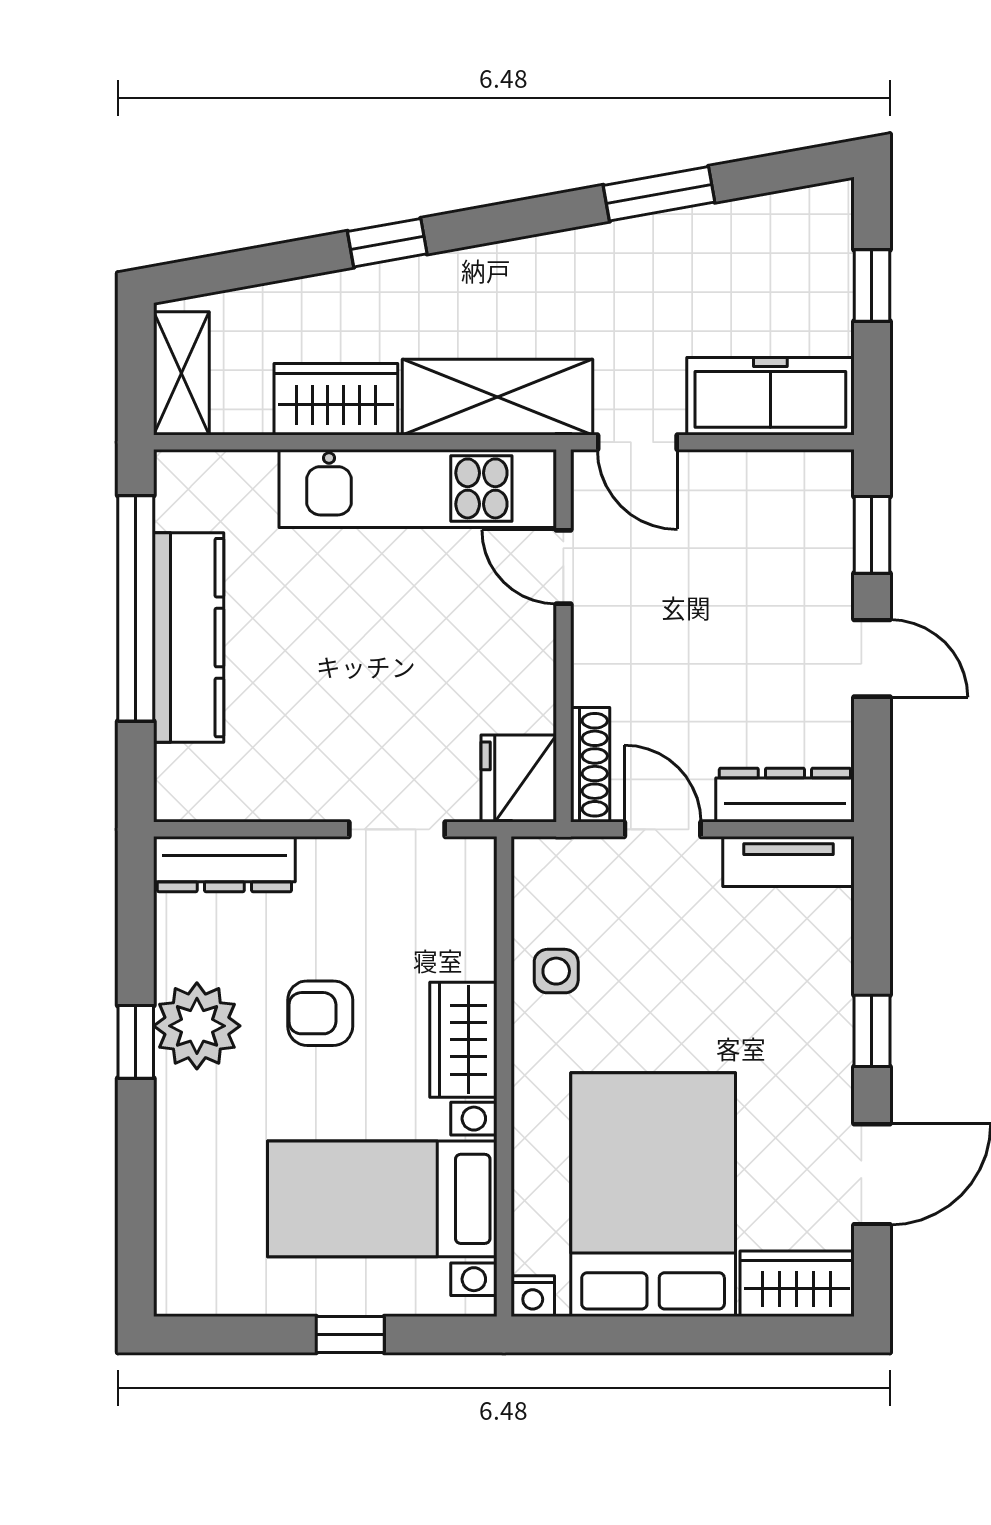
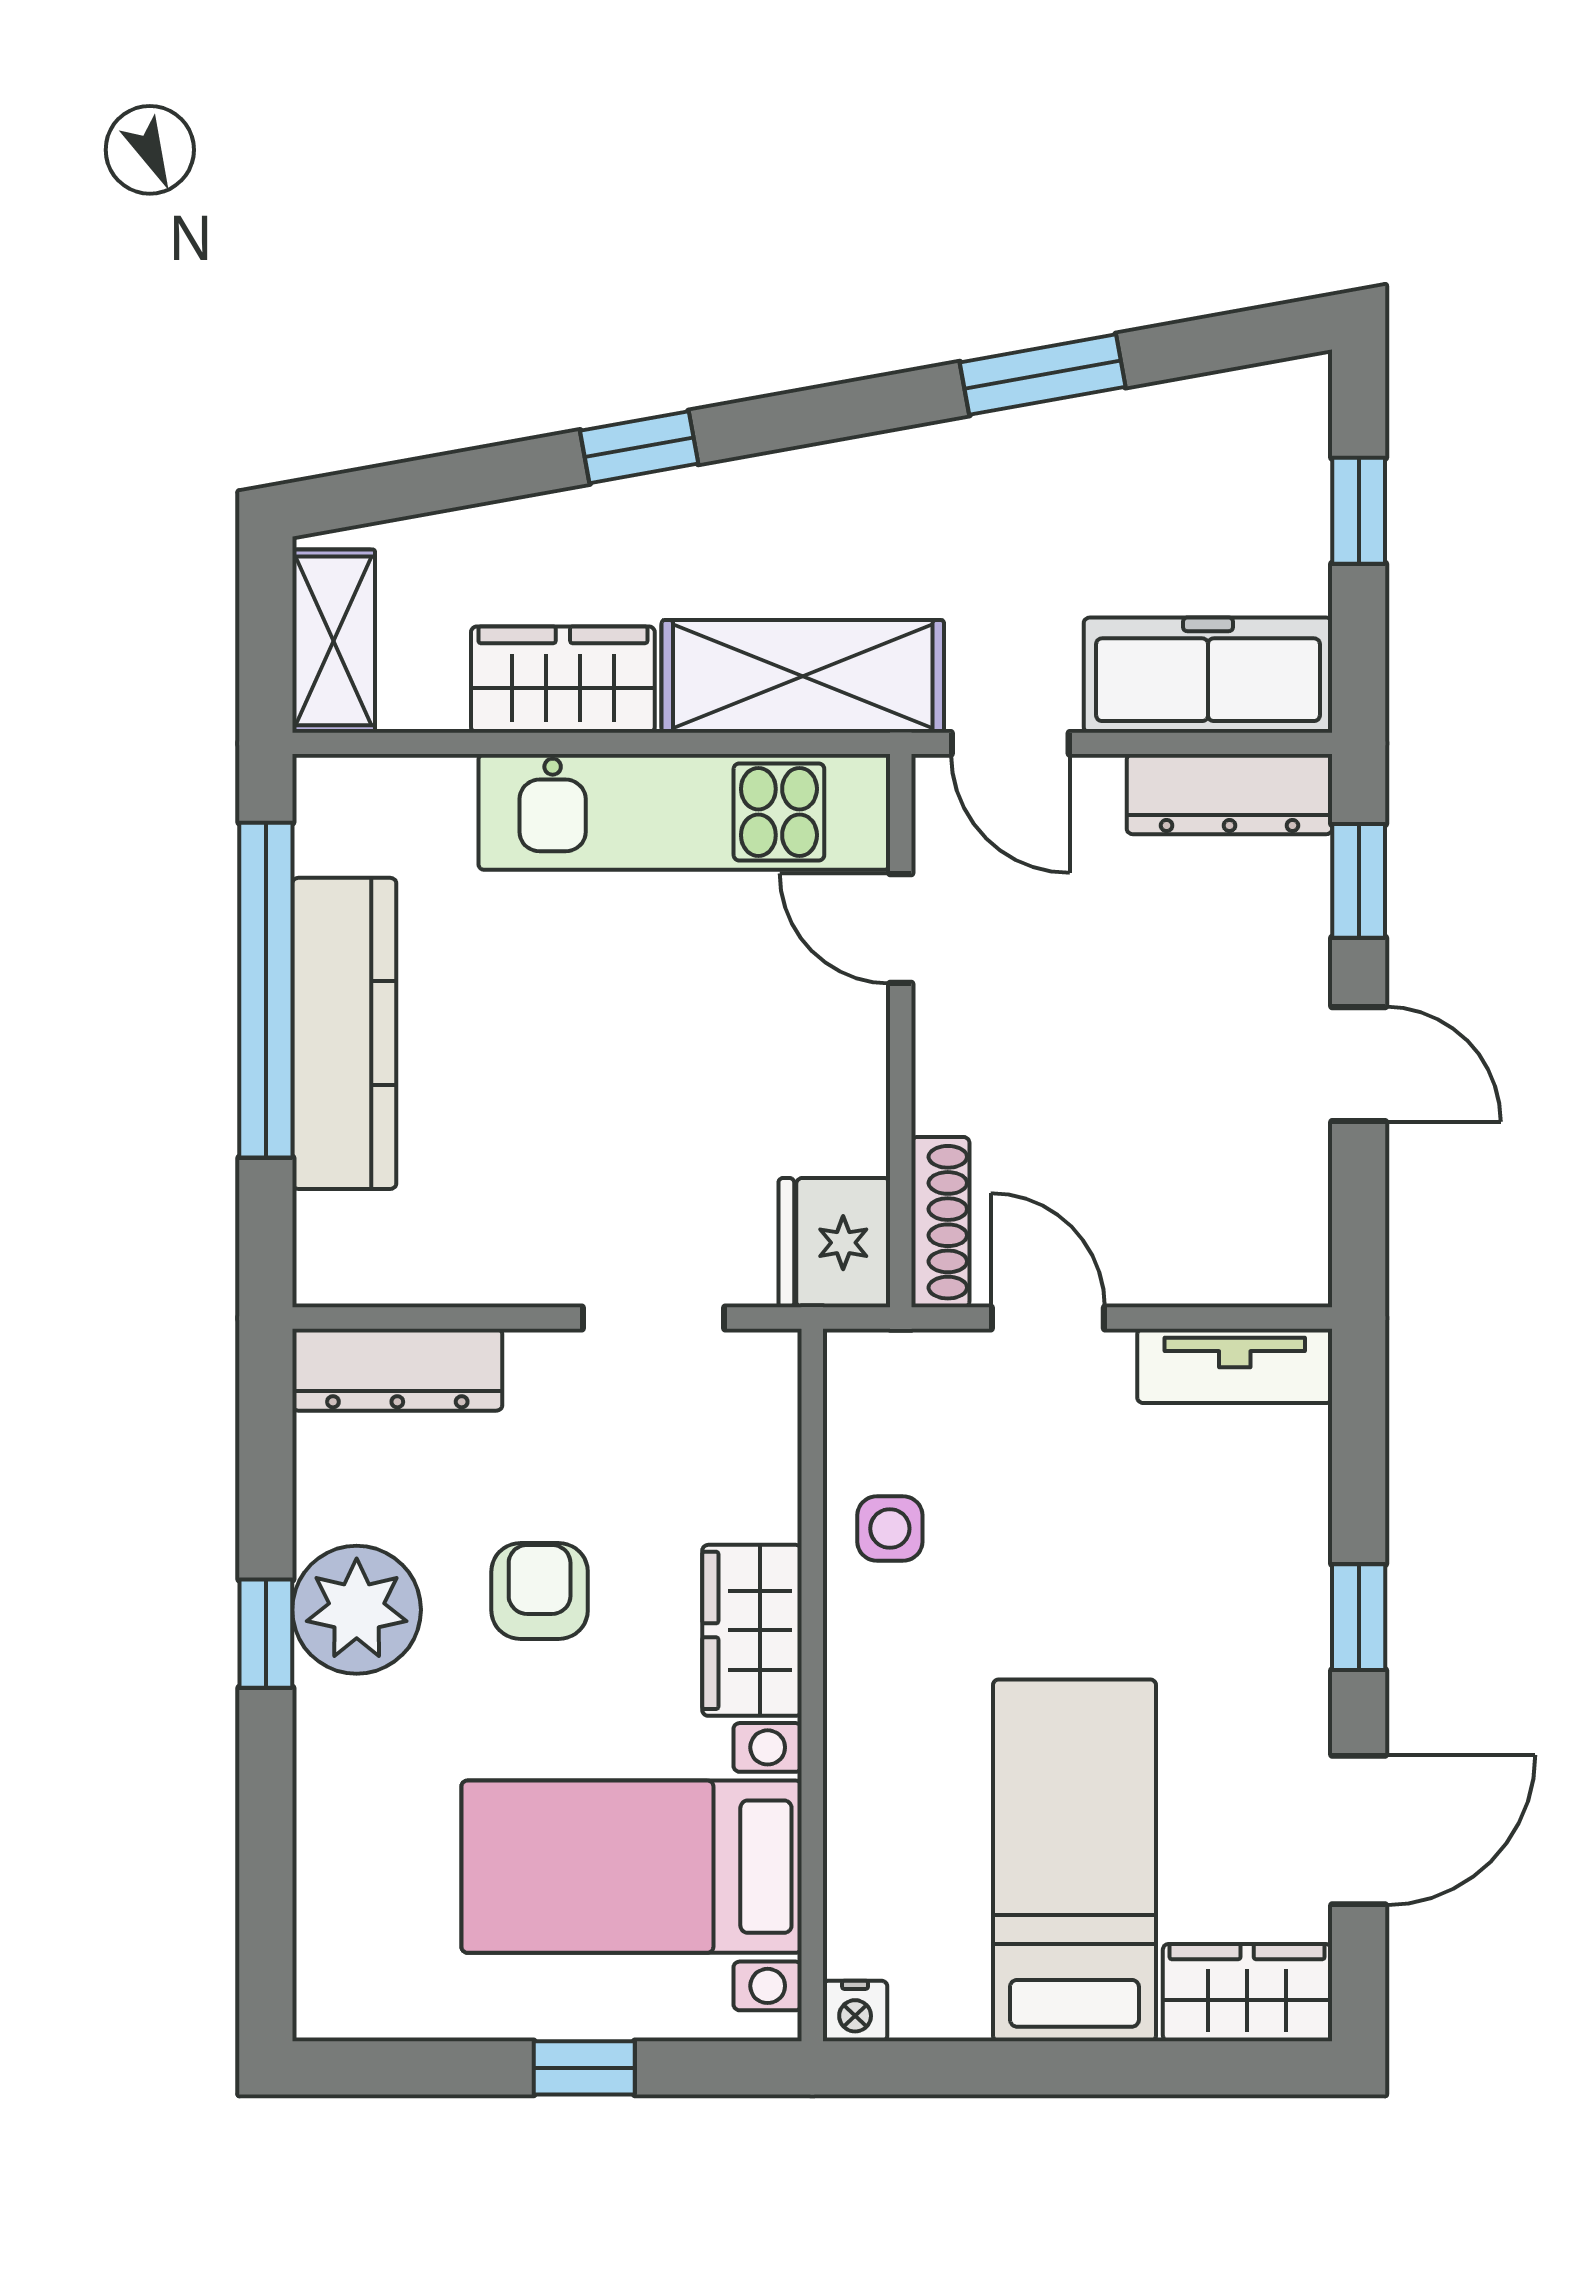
dresser: (785, 795) -> (1230, 794), moved, turned 180
armchair: (320, 1013) -> (540, 1591), turned 90
bed: (653, 1195) -> (1074, 1860), width x0.67

